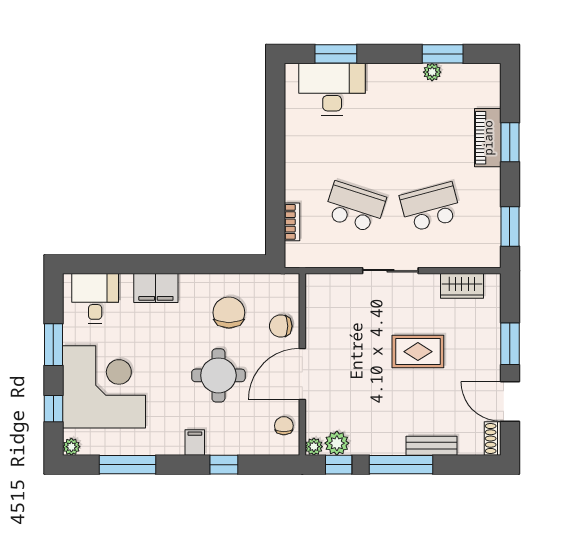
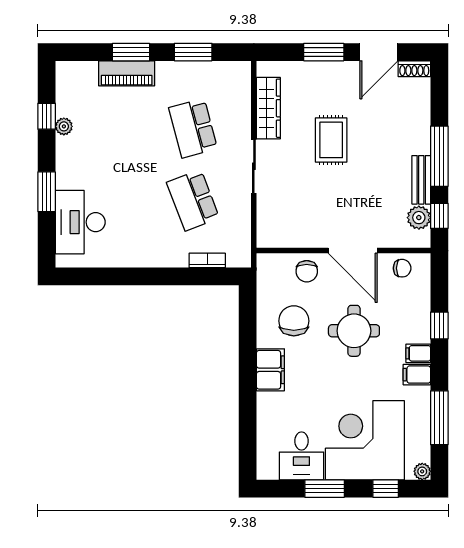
window: (336, 54) -> (47, 192), moved
window: (443, 54) -> (47, 116), width x0.67
school desk: (355, 207) -> (193, 200), turned -39
window: (510, 227) -> (193, 52), moved
wardrobe: (462, 286) -> (268, 108), width x1.50
filing cabinet: (156, 288) -> (270, 370), moved
desk: (95, 298) -> (301, 456), moved, turned -90
chair: (229, 313) -> (294, 321), turned 90
chair: (284, 426) -> (402, 268), turned 180
filing cabinet: (173, 441) -> (417, 375), added
bench: (431, 446) -> (421, 180), moved
plant: (314, 447) -> (422, 240), removed

